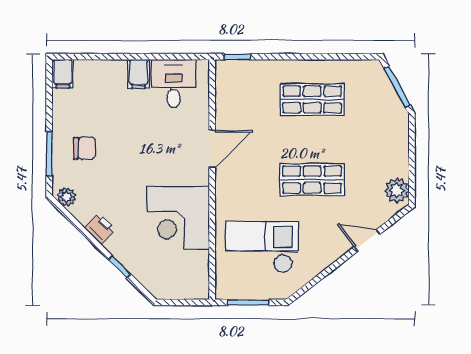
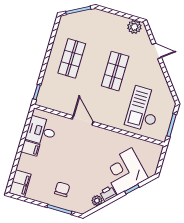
filing cabinet: (63, 74) -> (20, 184), width x2.00
plant: (66, 197) -> (97, 201), moved
corner desk: (178, 218) -> (125, 171), moved, turned 135
door: (367, 240) -> (157, 51), swing flipped

